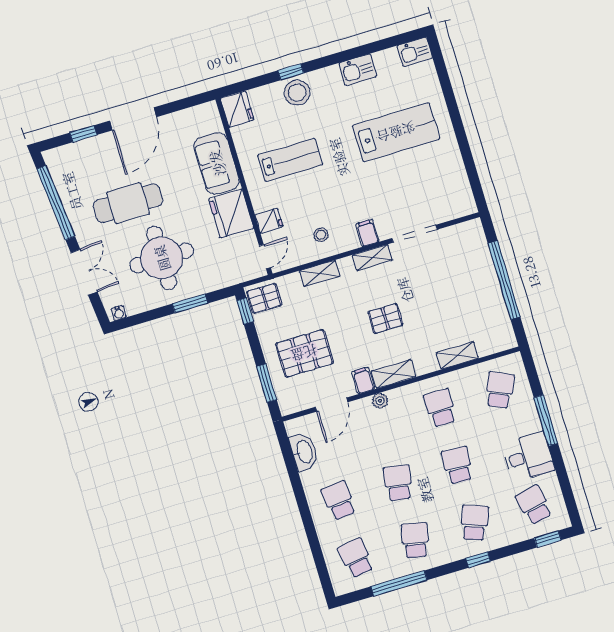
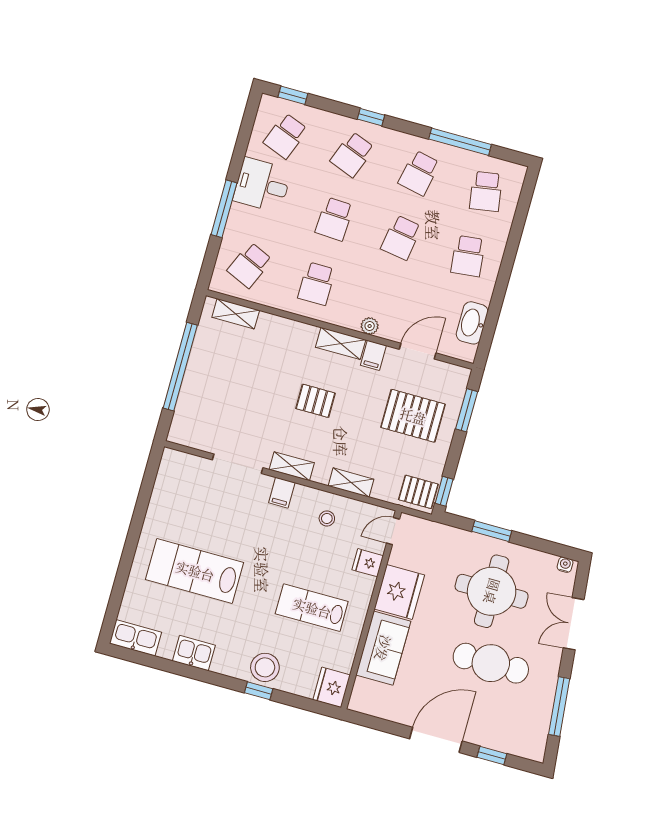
kitchen sink: (415, 52) -> (135, 638), width x1.38
window: (56, 203) -> (559, 707), width x0.68
shelving: (457, 355) -> (236, 314), moved
school desk: (534, 505) -> (286, 136), turned 33

